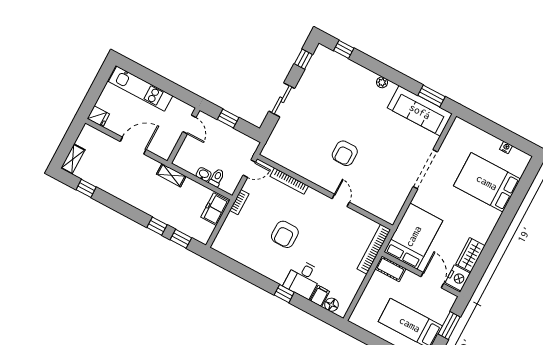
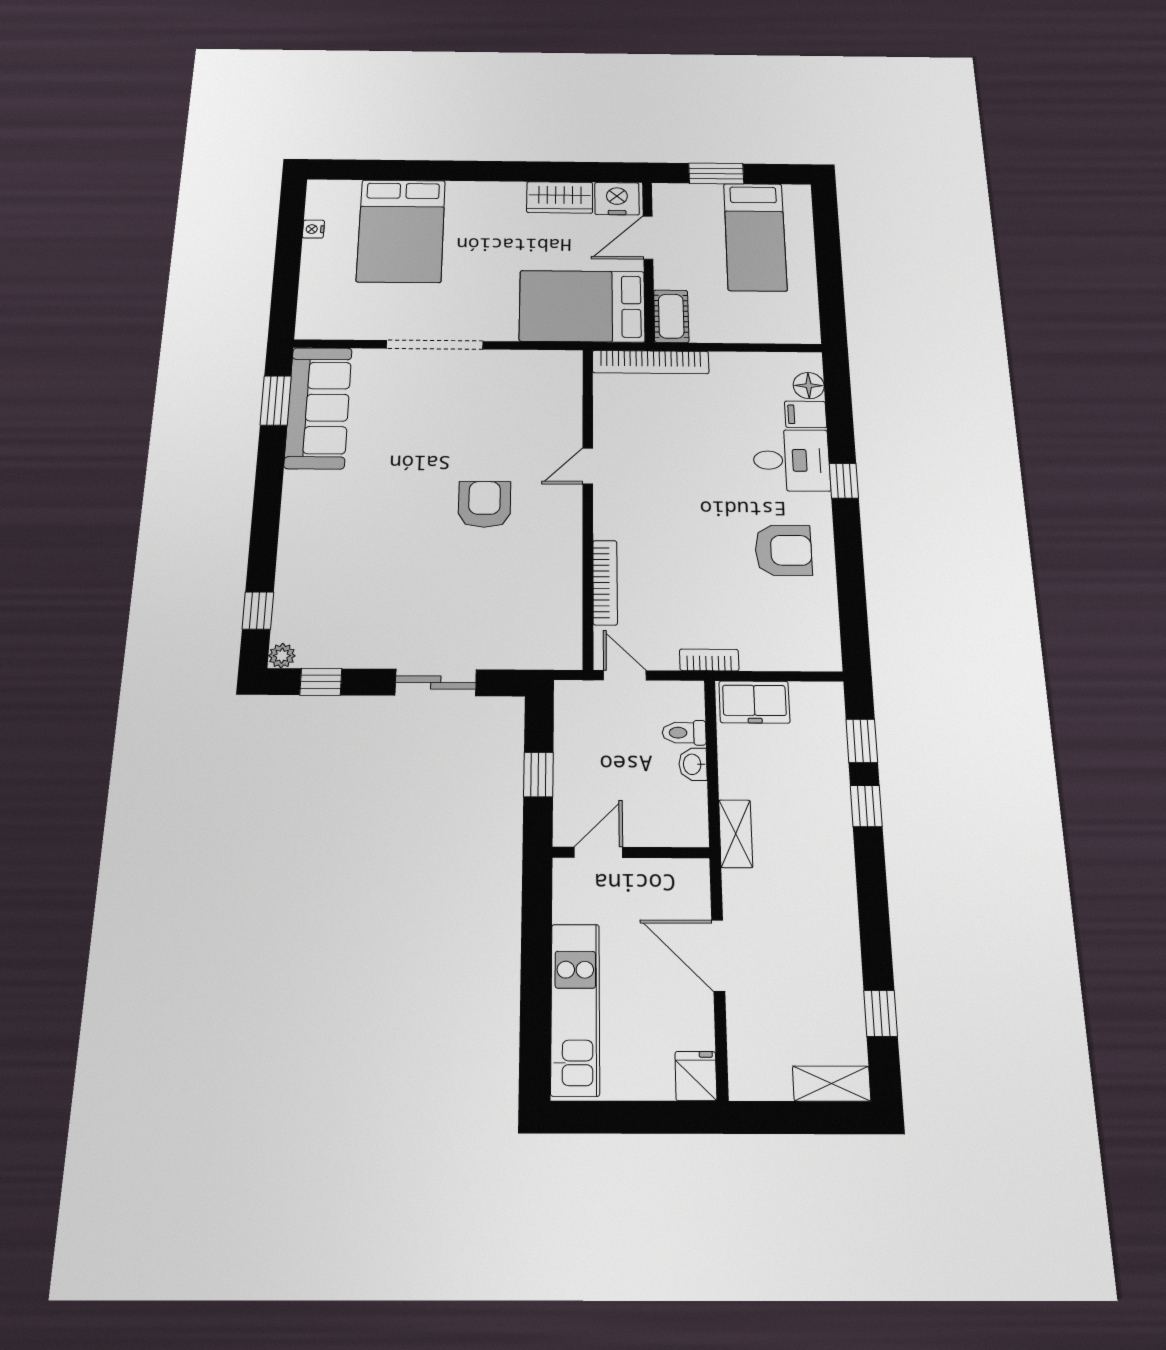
plant: (382, 82) -> (282, 656), moved
armchair: (345, 153) -> (484, 504), turned -90
armchair: (285, 234) -> (783, 550), moved

